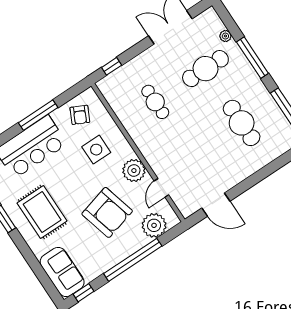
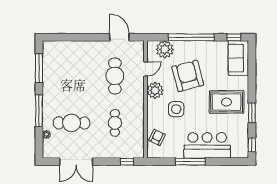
armchair: (80, 115) -> (157, 137), moved
cafe table: (242, 123) -> (115, 76), moved
side table: (96, 150) -> (176, 109), moved
rug: (42, 212) -> (227, 102), turned 90

